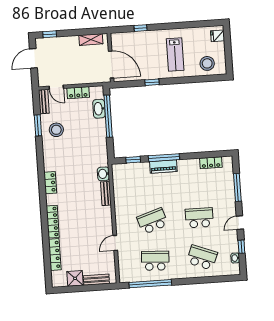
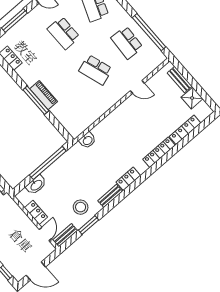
window: (108, 116) -> (48, 163), moved
window: (133, 160) -> (57, 124), removed
bench: (106, 193) -> (110, 196), moved

